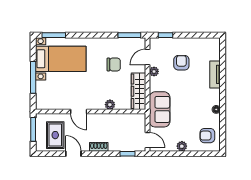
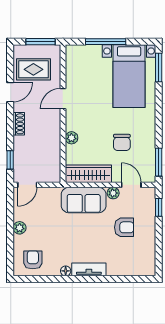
tv unit: (215, 74) -> (89, 269), moved
sofa: (160, 109) -> (84, 200), moved

